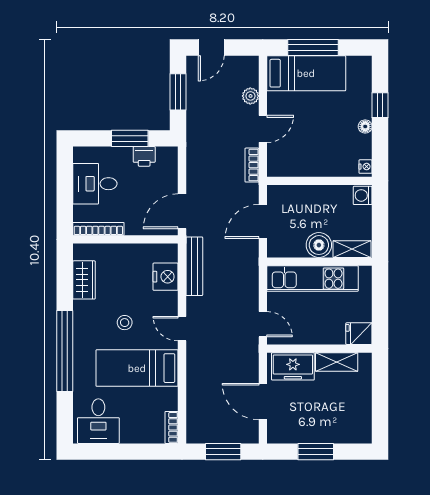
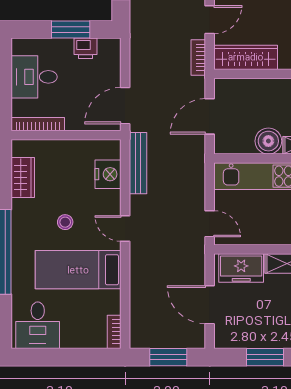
wardrobe: (297, 165) -> (246, 57), added

